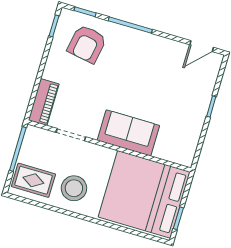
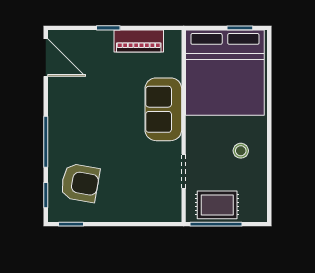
door: (202, 46) -> (46, 58), width x1.37
piano: (44, 102) -> (139, 41), moved, turned 180
rug: (33, 180) -> (217, 205), moved, turned 90
stool: (74, 188) -> (241, 151), width x0.53, depth x0.53

